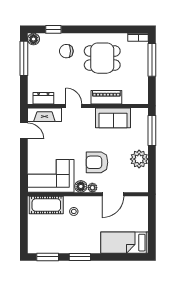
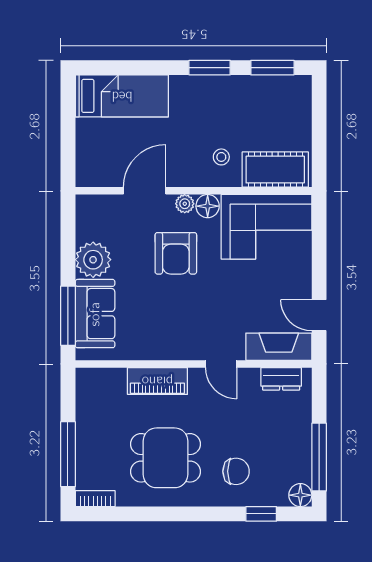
sofa: (113, 118) -> (95, 314), moved, turned 90
armchair: (97, 162) -> (176, 253), turned 90

